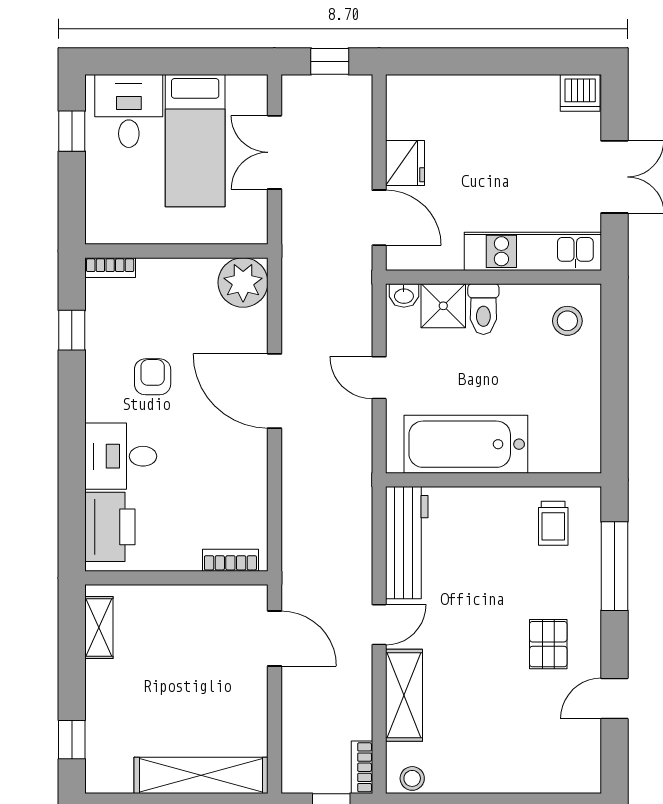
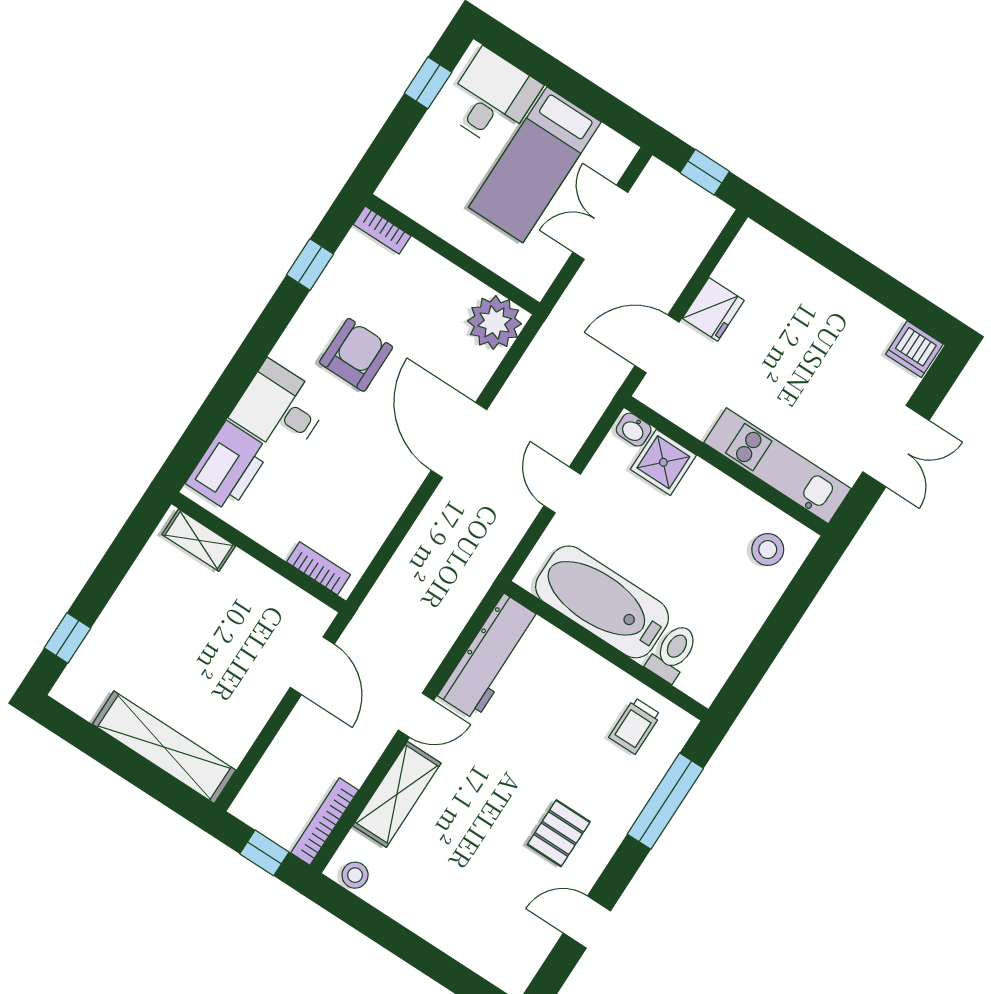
door: (379, 218) -> (657, 344), swing flipped
toilet: (483, 309) -> (673, 653), moved, turned 180
armchair: (153, 377) -> (356, 355), width x1.38, depth x1.38
shelving: (99, 627) -> (199, 540), moved, turned 90
bookcase: (362, 767) -> (325, 822), width x1.56

